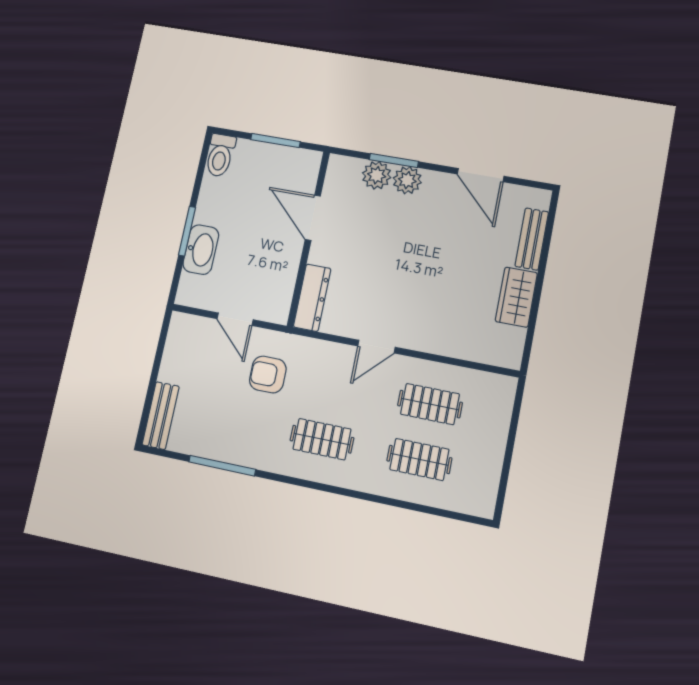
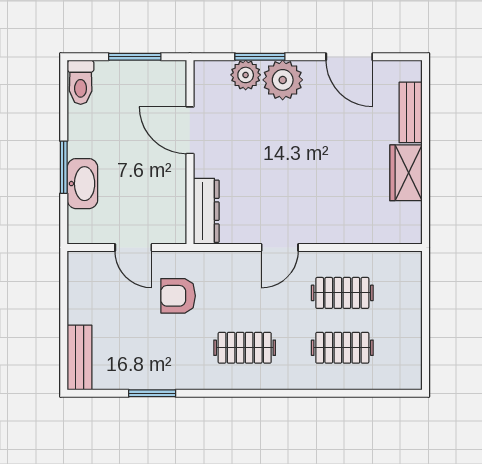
plant: (407, 180) -> (283, 80), width x1.36, depth x1.36
window: (222, 466) -> (152, 393), width x0.69

